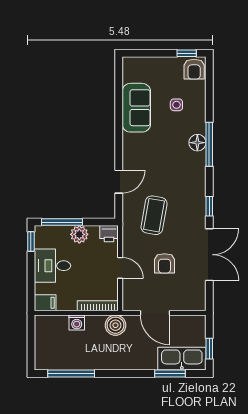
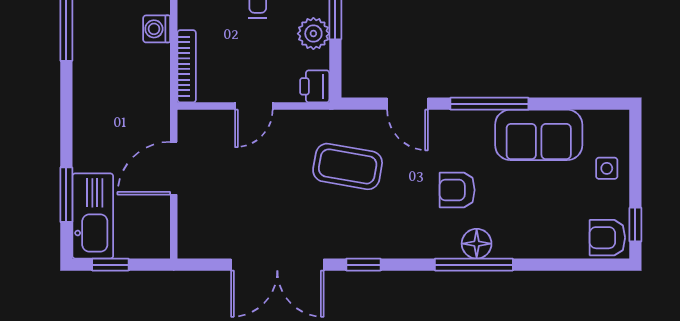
side table: (176, 105) -> (607, 168), moved
window: (119, 135) -> (489, 104), added
armchair: (164, 263) -> (457, 190), moved
boiler: (115, 325) -> (152, 98), removed

